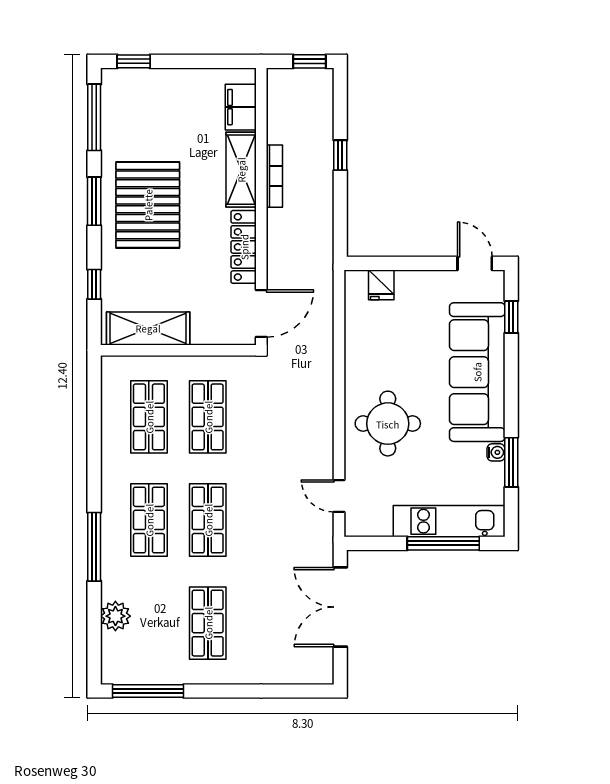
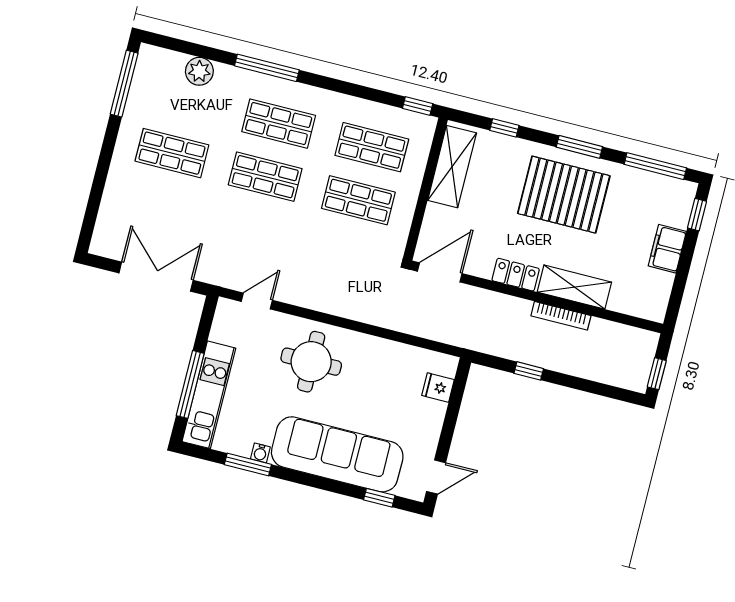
filing cabinet: (241, 107) -> (667, 249), moved, turned -90
window: (340, 155) -> (529, 371), moved
locker: (244, 247) -> (516, 275), width x0.66
door: (261, 313) -> (440, 272), swing flipped
window: (94, 380) -> (418, 106), added

